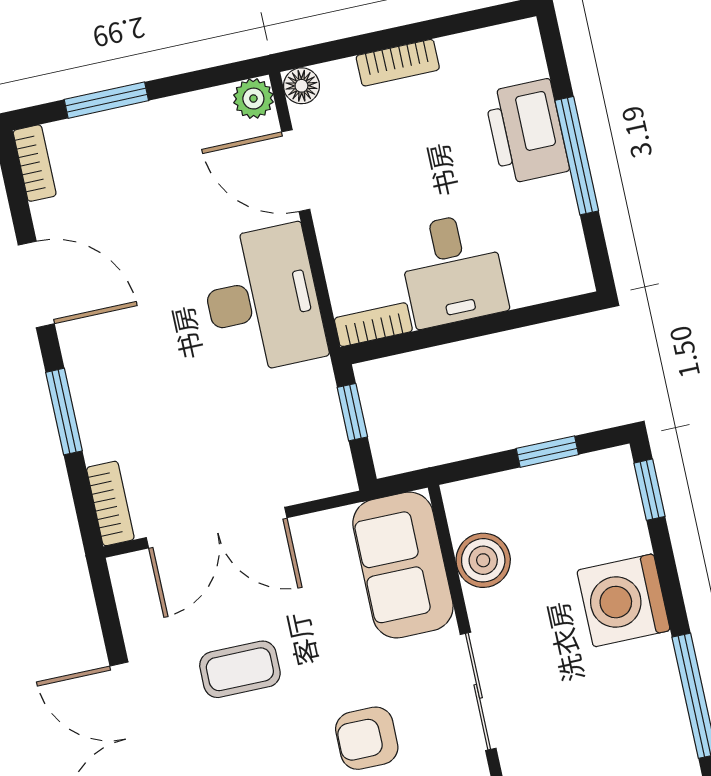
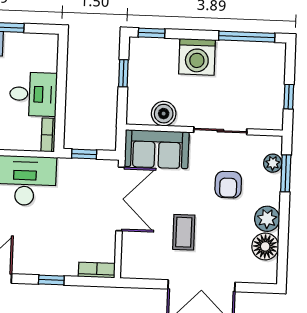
window: (64, 412) -> (51, 280), width x0.67
double door: (217, 528) -> (120, 199), moved

